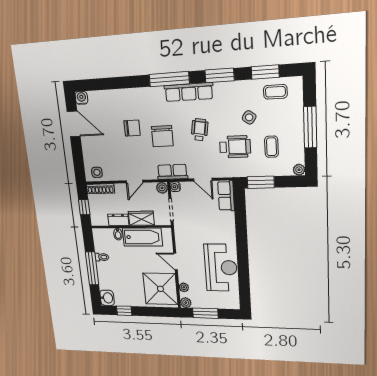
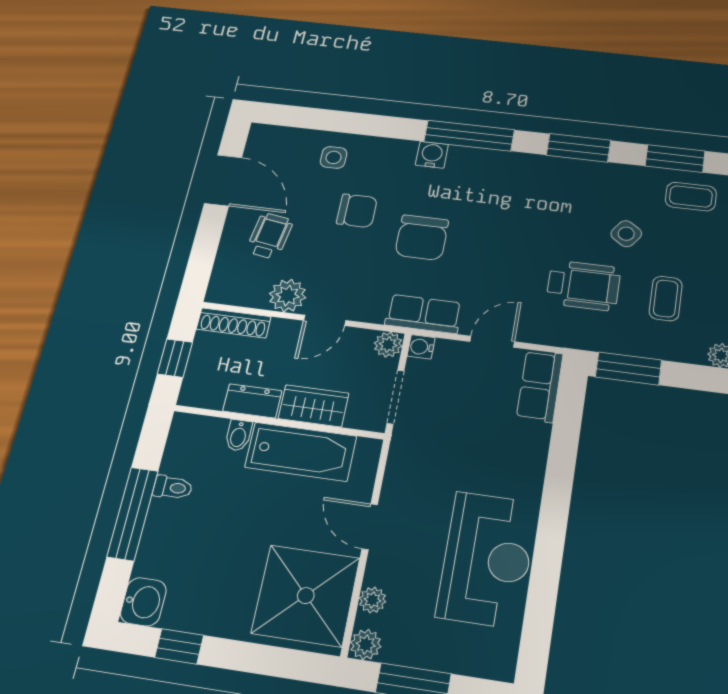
row of seats: (189, 92) -> (505, 165), removed
water cooler: (81, 98) -> (432, 155), moved
wheelchair: (200, 130) -> (270, 236), moved
side table: (97, 172) -> (334, 157), moved
plant: (117, 173) -> (288, 296), added
door: (203, 180) -> (492, 342), swing flipped

